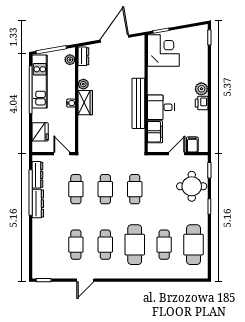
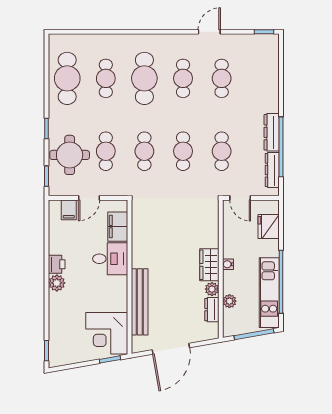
dresser: (83, 56) -> (212, 310), moved
plant: (70, 60) -> (229, 301), moved
bench: (138, 103) -> (140, 302), moved
cafe table: (164, 189) -> (106, 151), added

